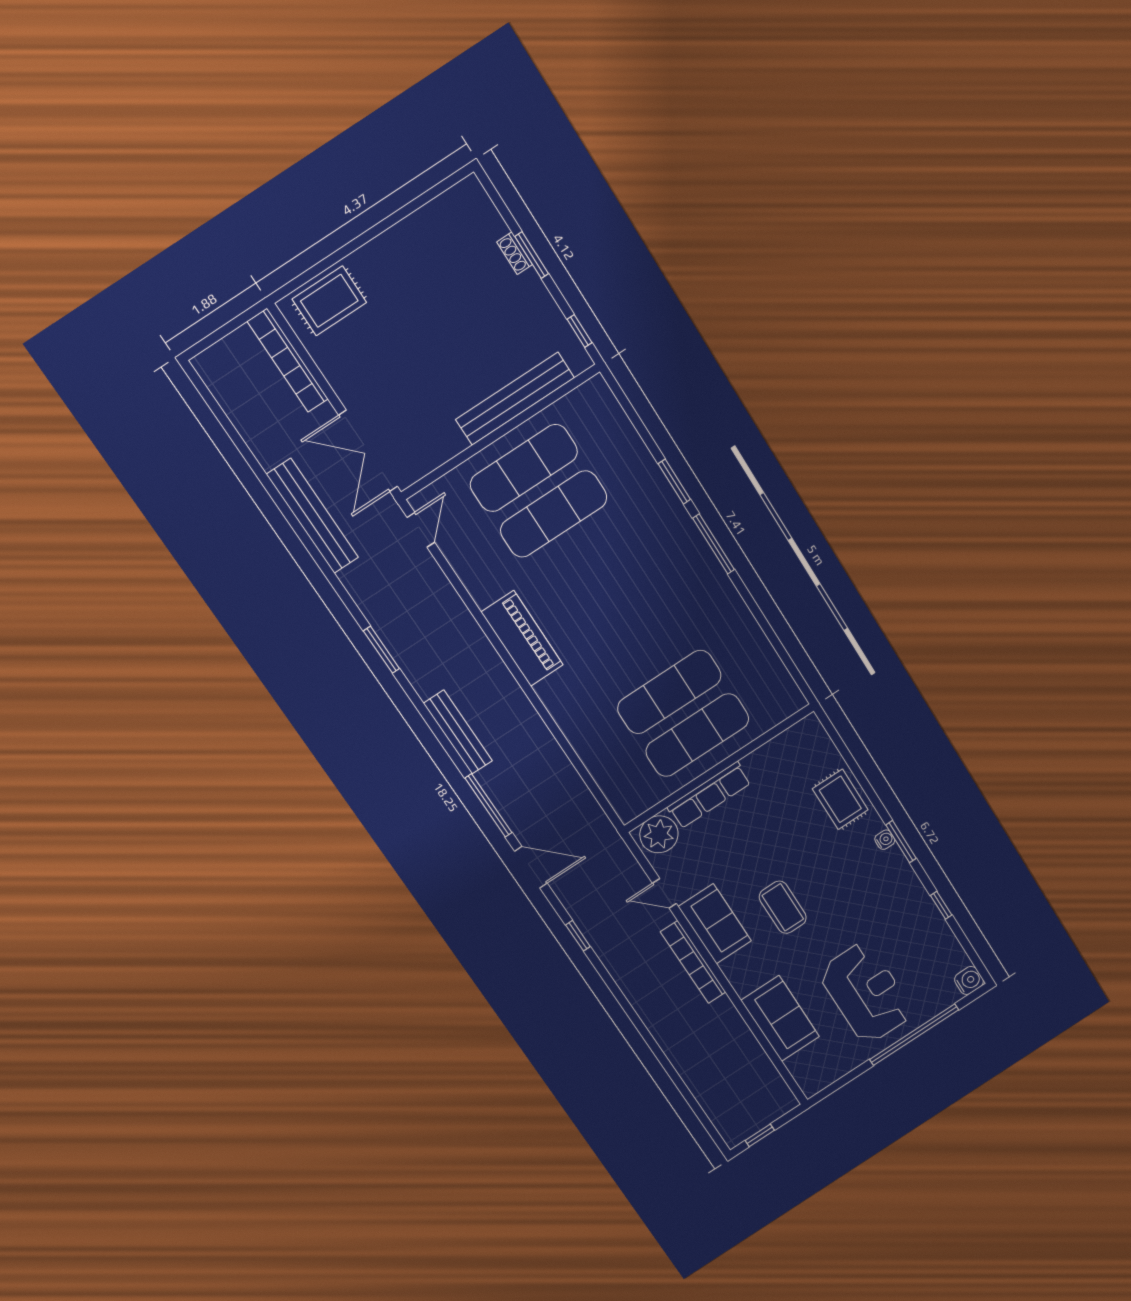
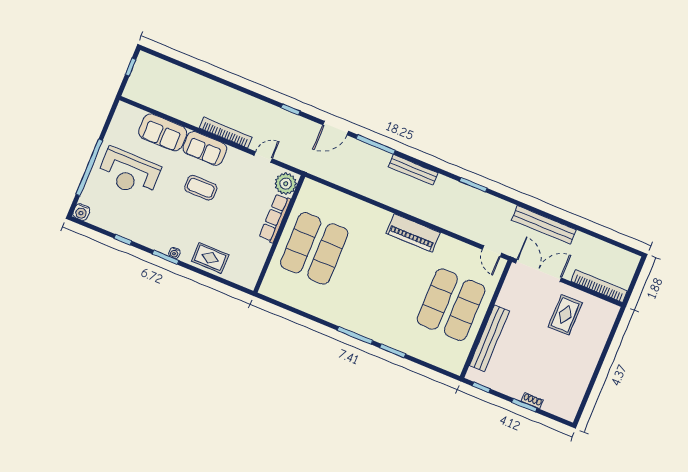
rug: (329, 301) -> (565, 315), moved
sofa: (715, 924) -> (205, 148), moved

